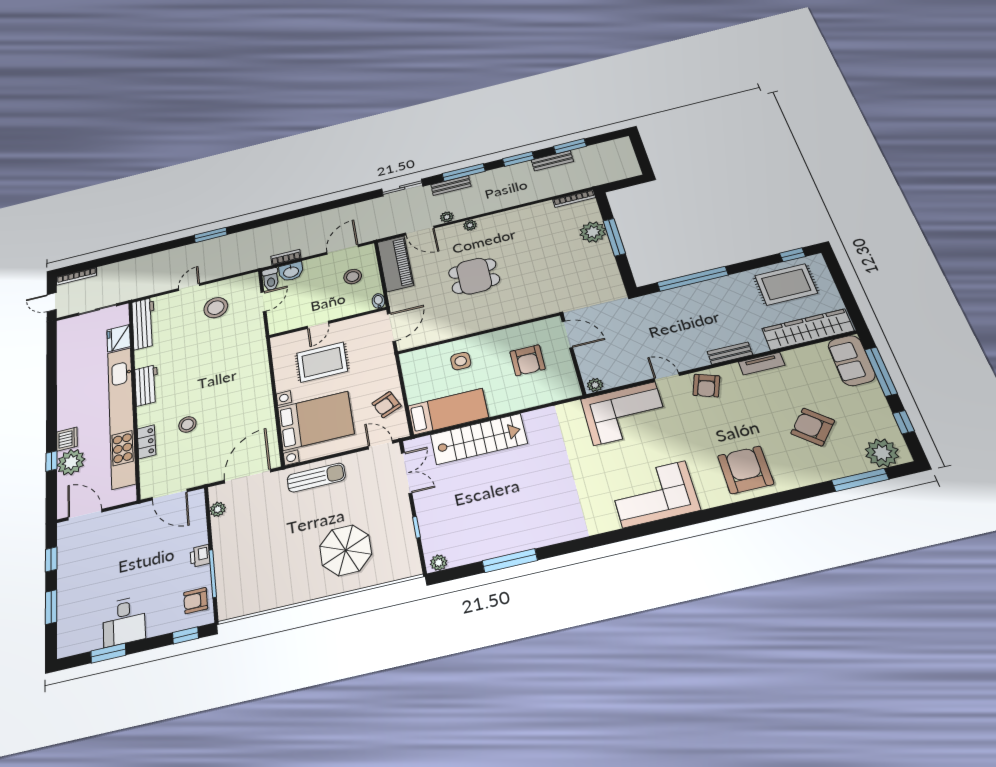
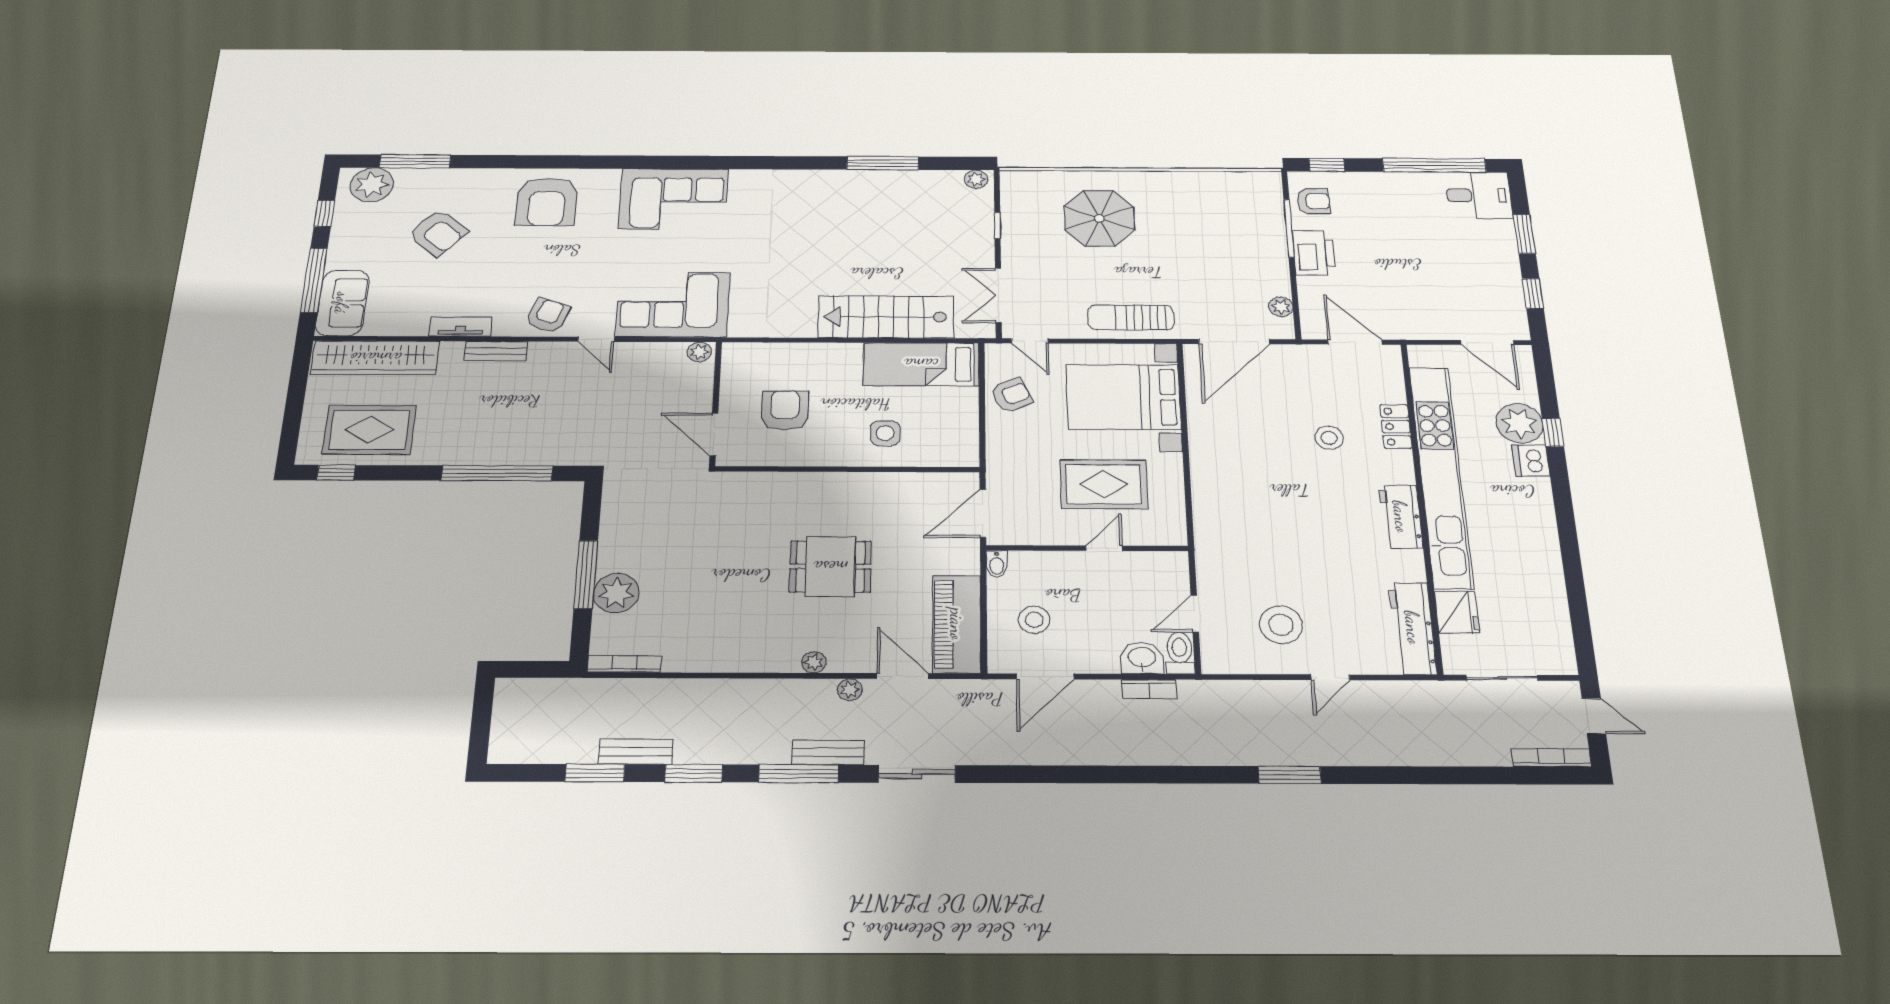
printer: (200, 556) -> (1314, 253), width x1.87, depth x1.48
desk: (124, 621) -> (1479, 195), moved, turned 90
window: (108, 653) -> (1434, 165), width x2.11

